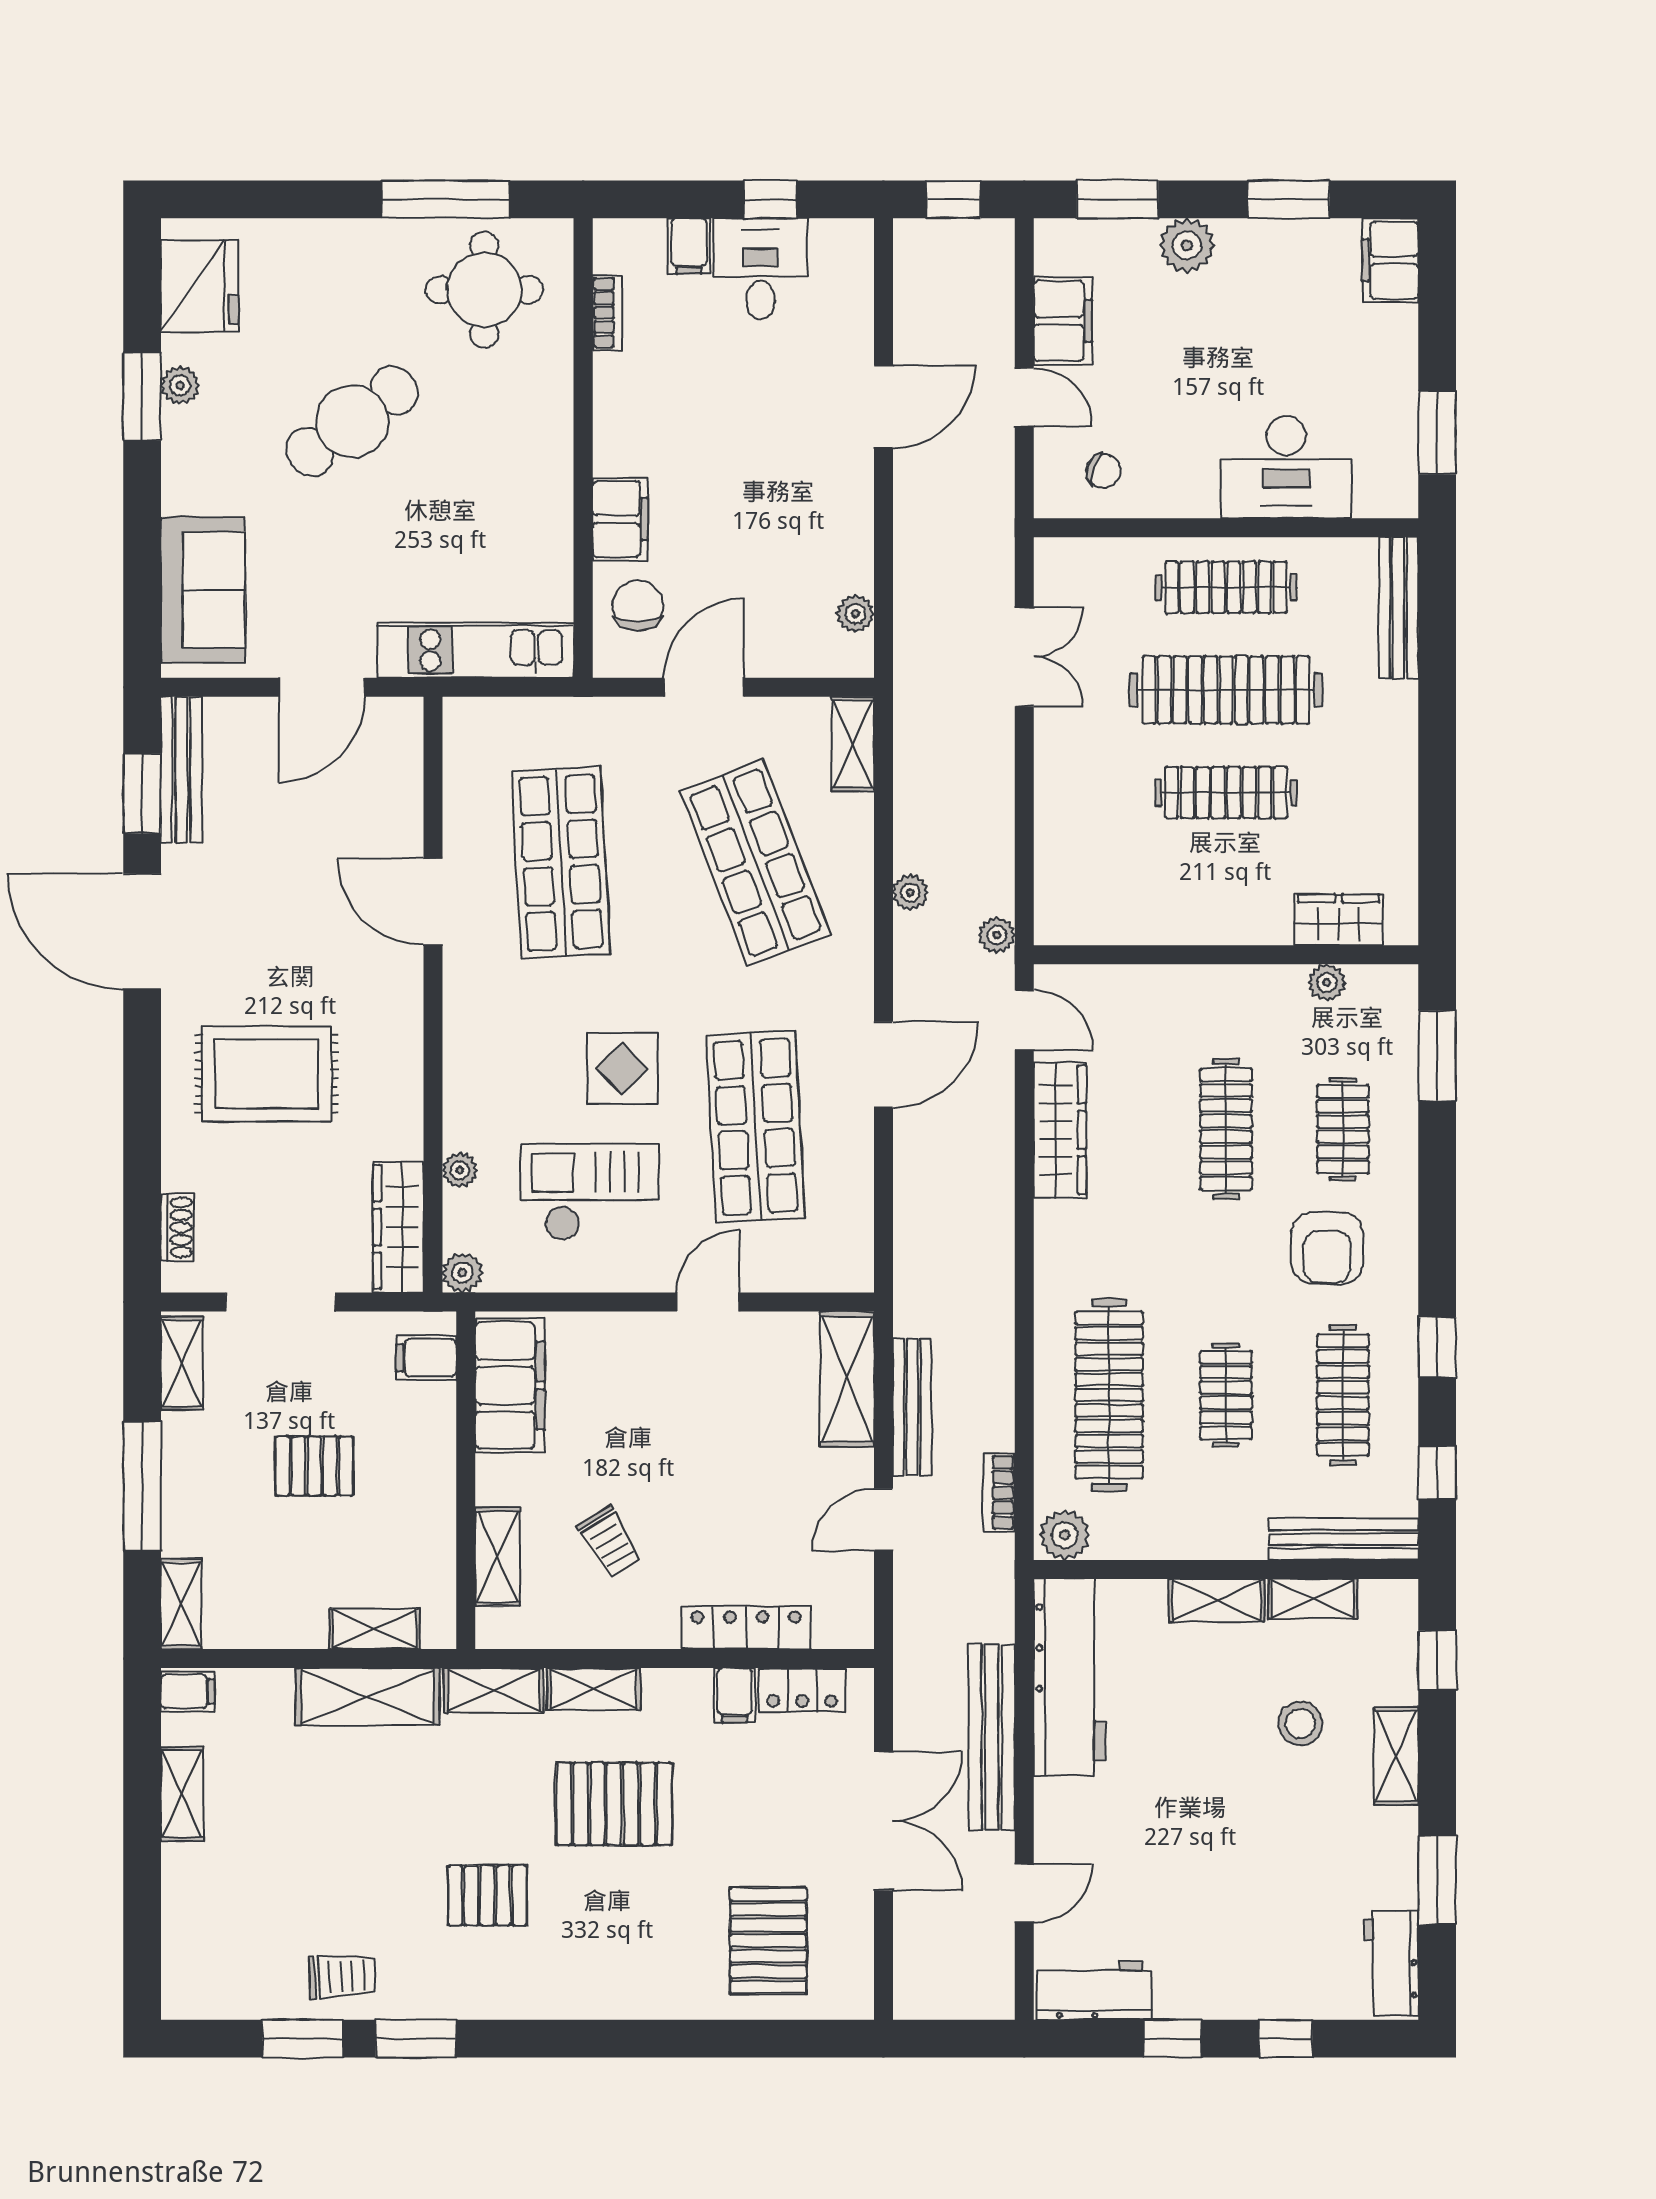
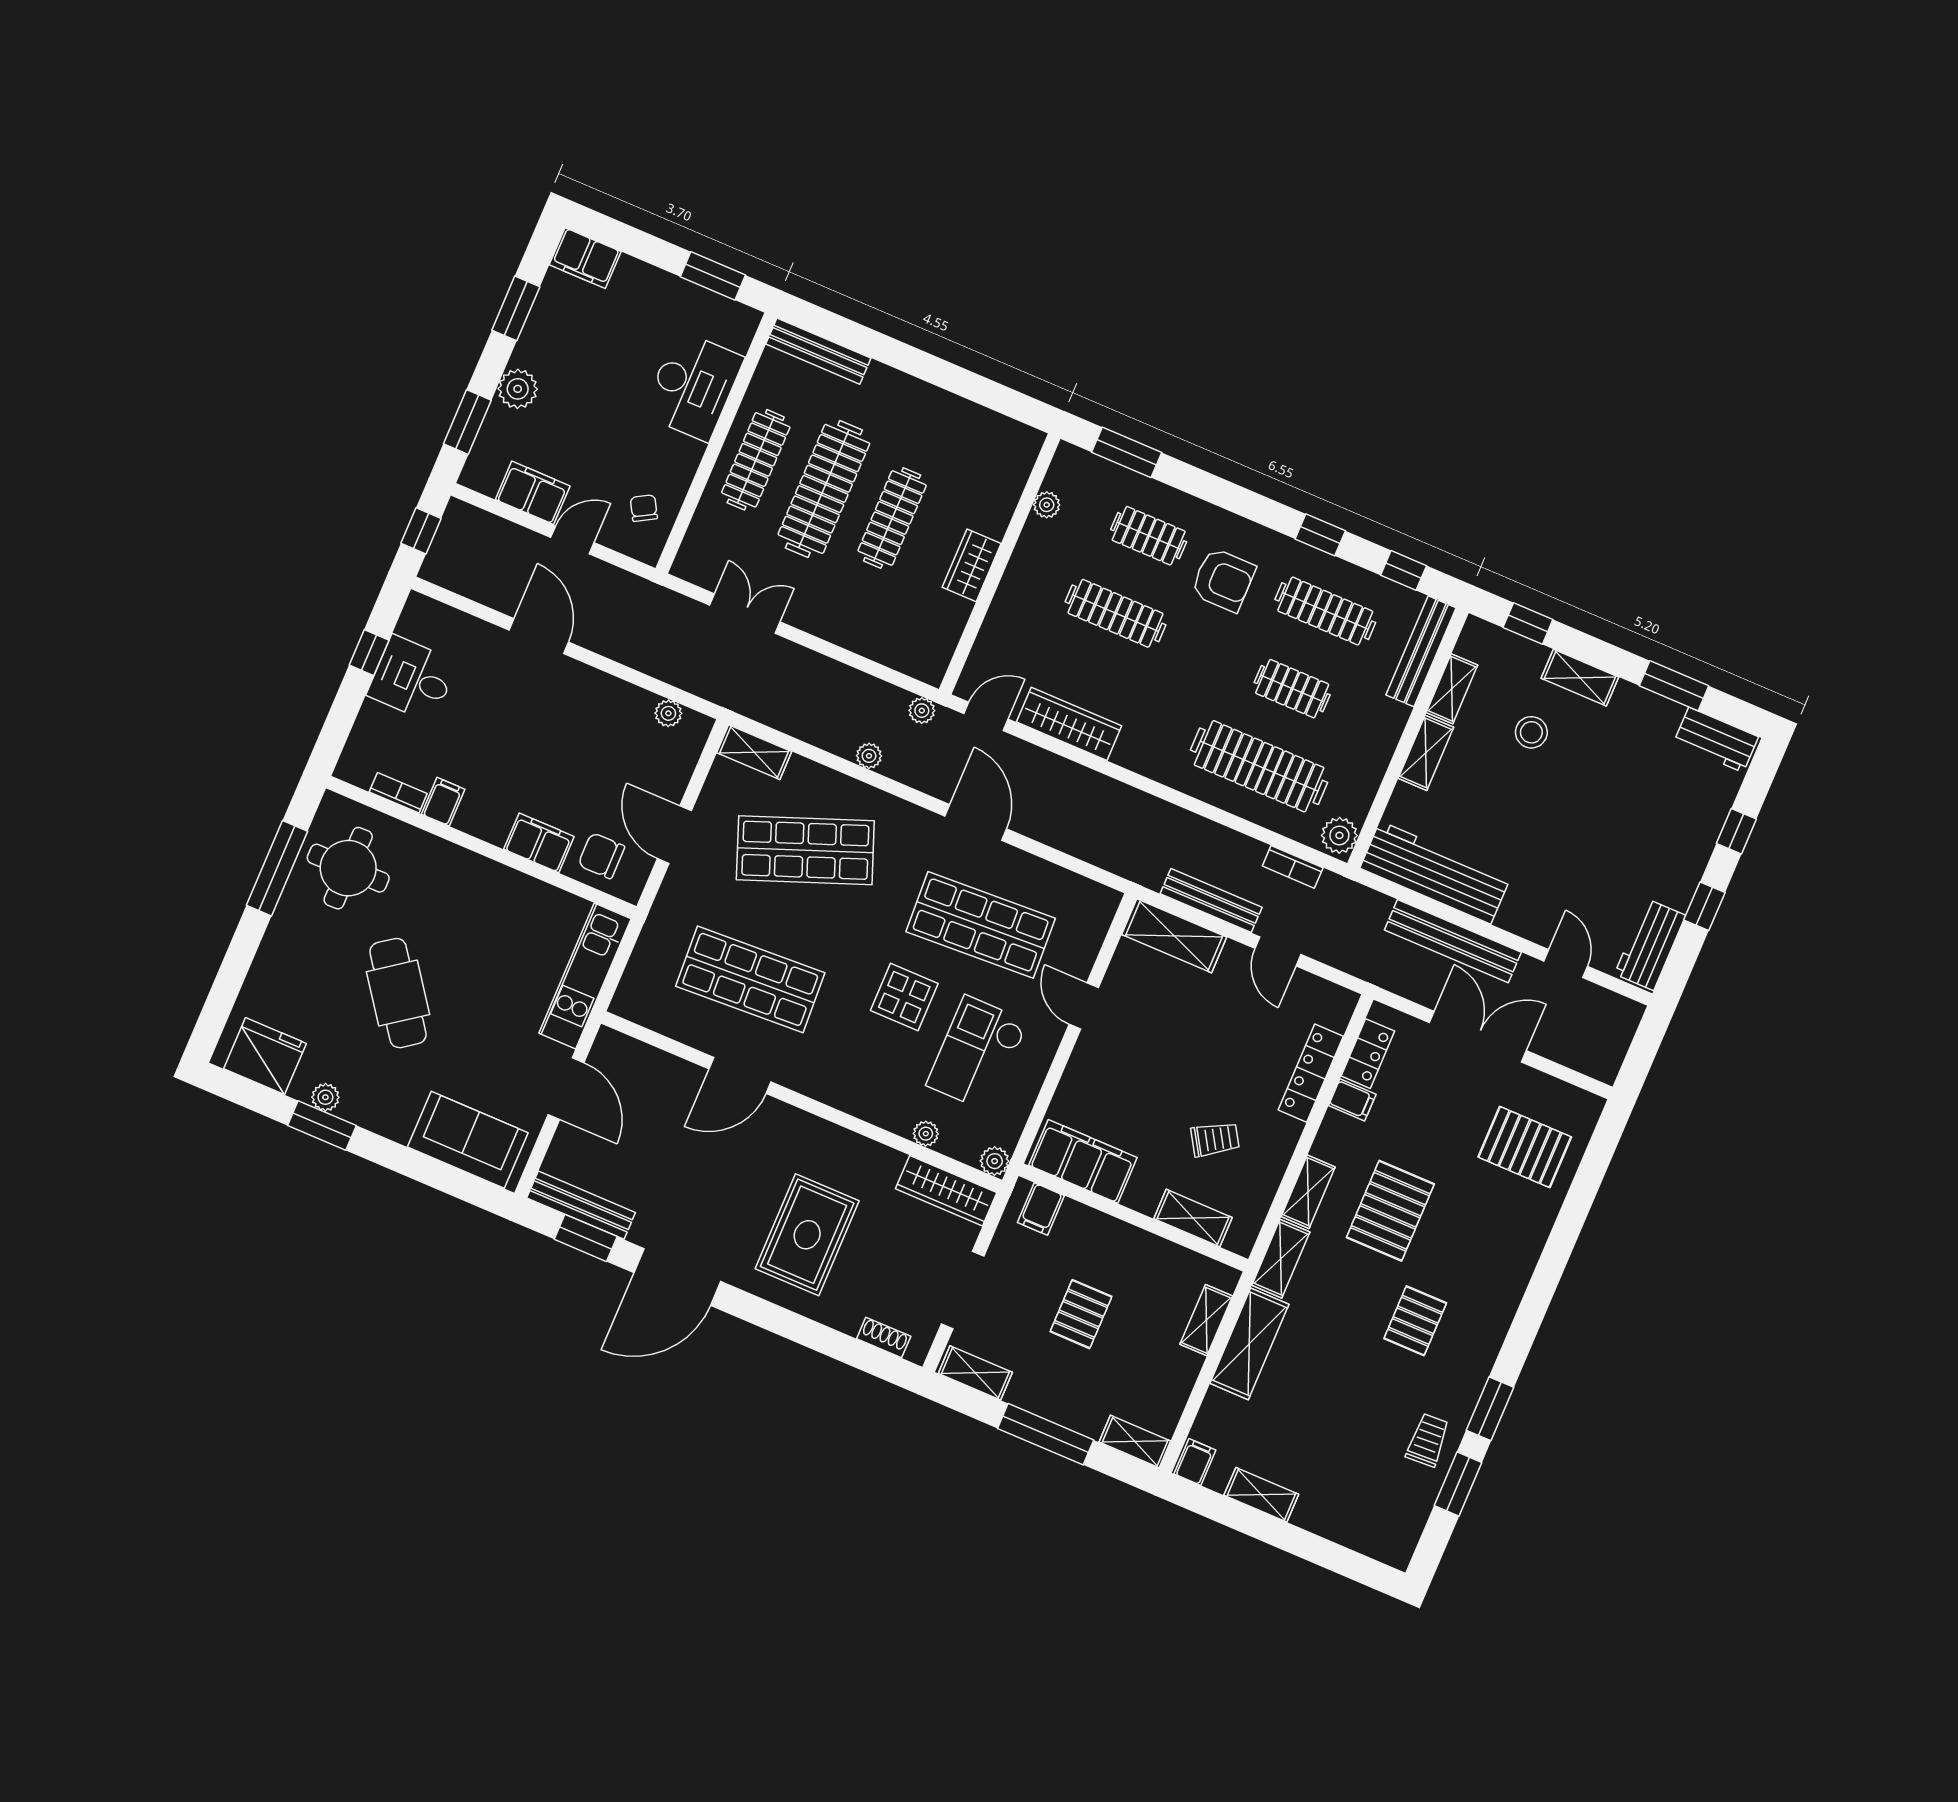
filing cabinet: (689, 246) -> (443, 802), moved, turned -90
chair: (1104, 471) -> (644, 508), turned -48
wardrobe: (1339, 920) -> (972, 565), moved

